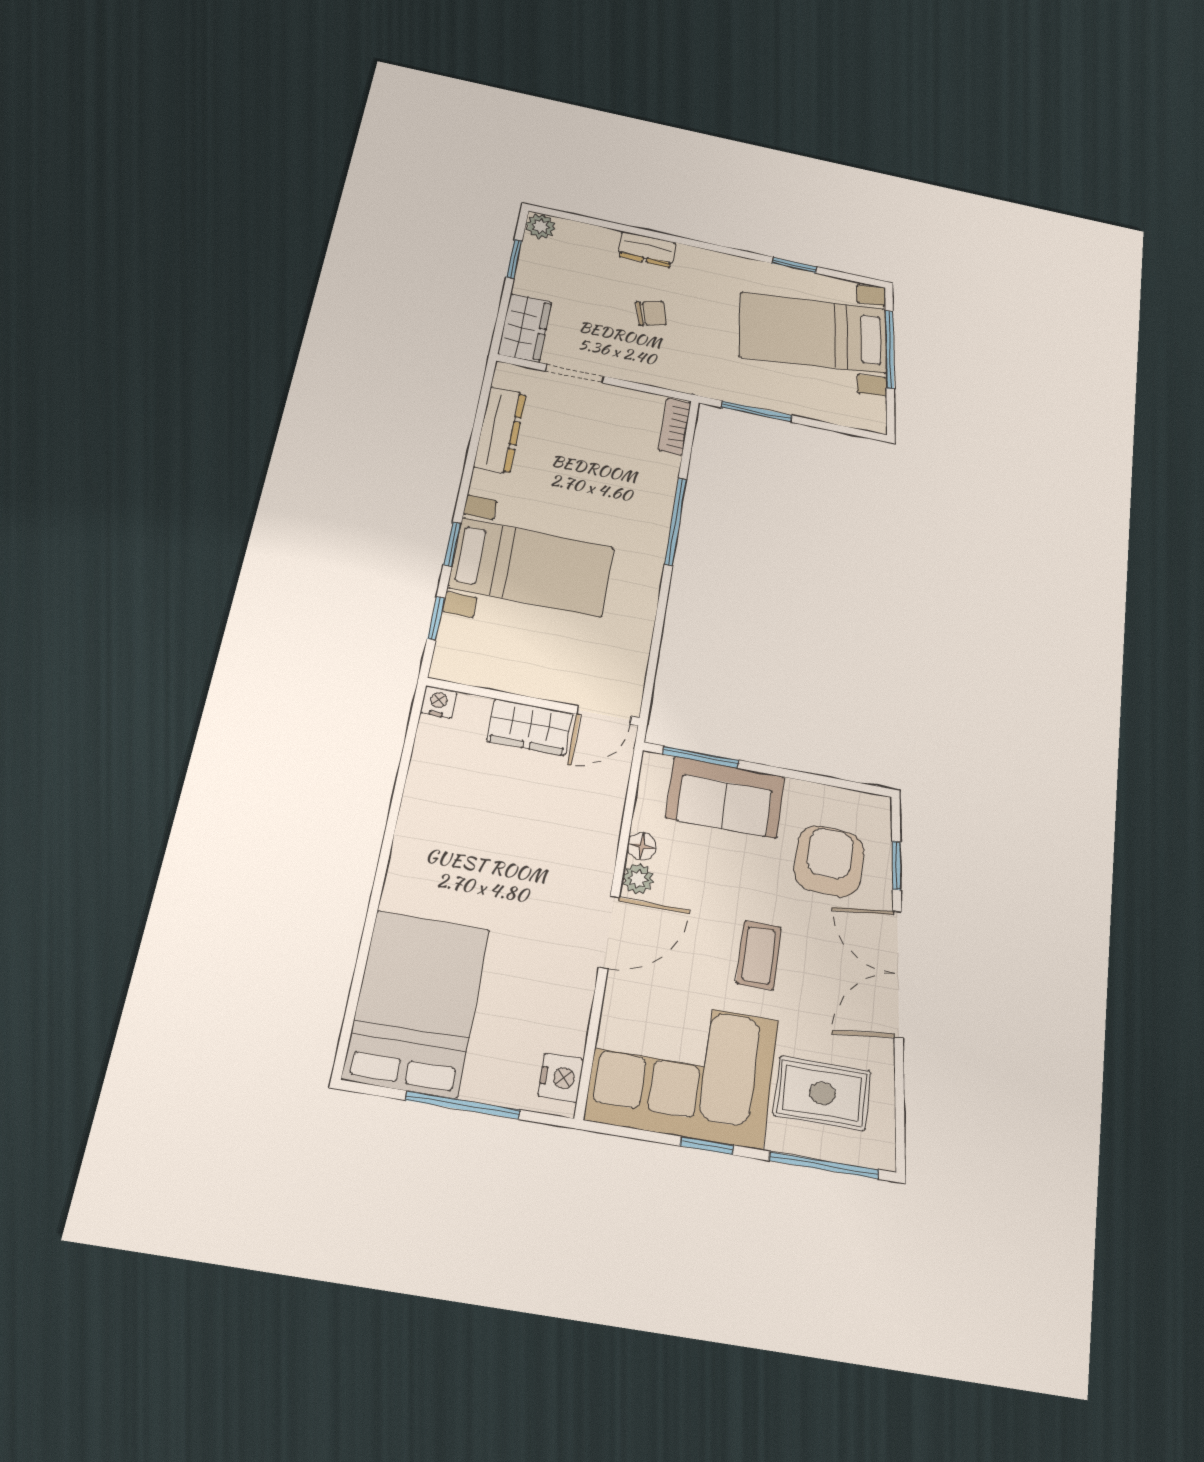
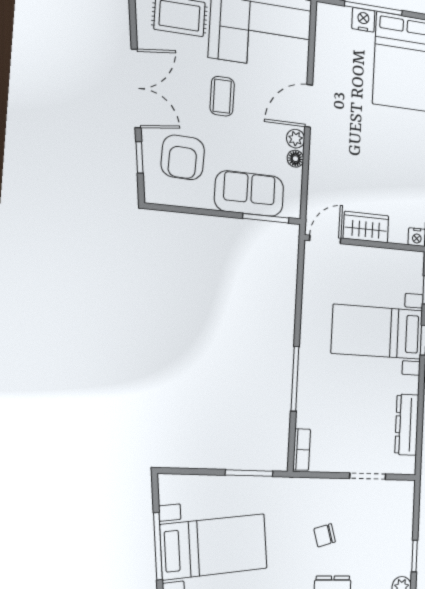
wardrobe: (525, 328) -> (402, 504), removed
nightstand: (561, 1078) -> (363, 20), moved, turned 90

